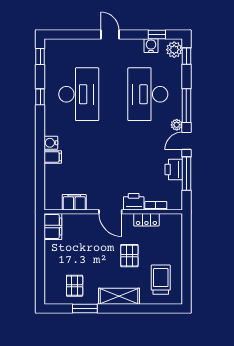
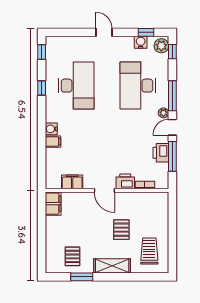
locker: (146, 220) -> (137, 198), removed

